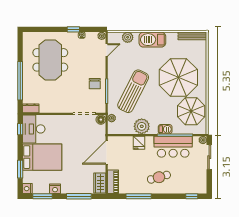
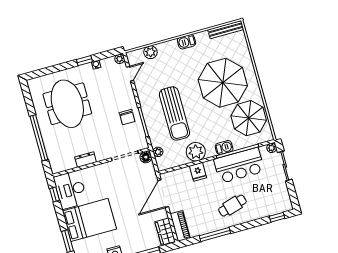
barbecue: (152, 40) -> (187, 42), width x0.53, depth x0.65
sun lounger: (133, 91) -> (174, 114), turned 153
dresser: (31, 108) -> (86, 160), moved

